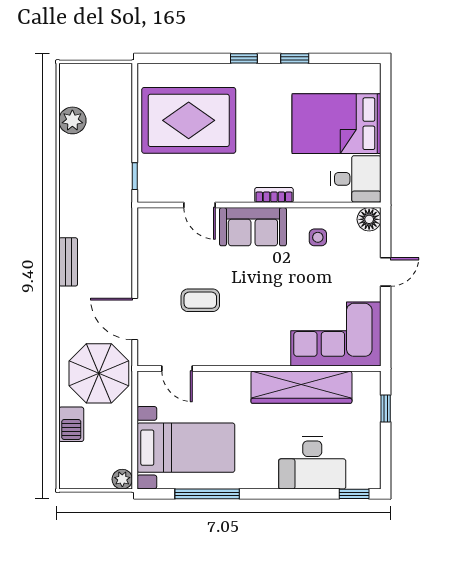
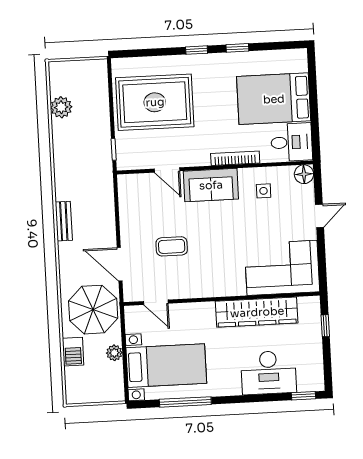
bookcase: (274, 195) -> (235, 158), width x1.56
plant: (122, 479) -> (114, 353), moved

